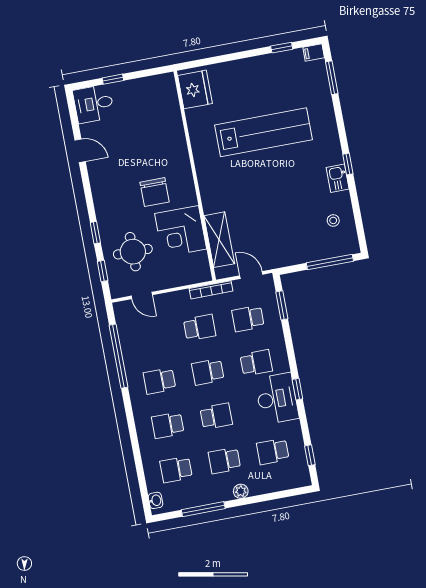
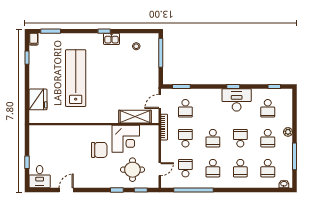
fridge: (195, 89) -> (38, 99), moved, turned 90
school desk: (256, 363) -> (185, 168), moved

